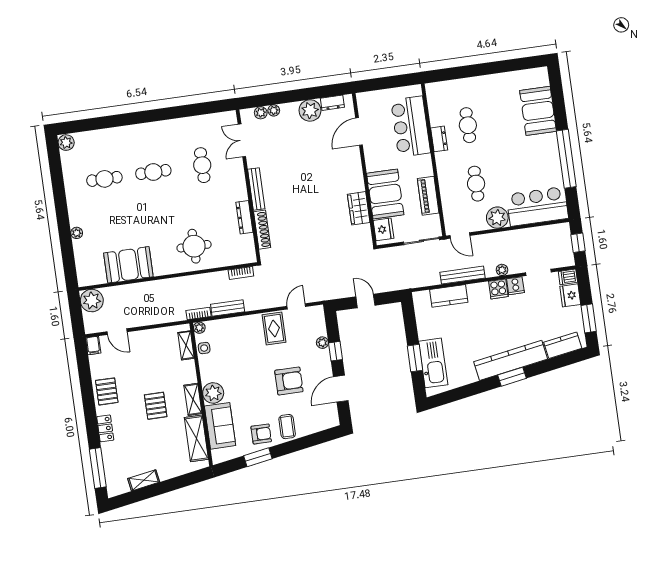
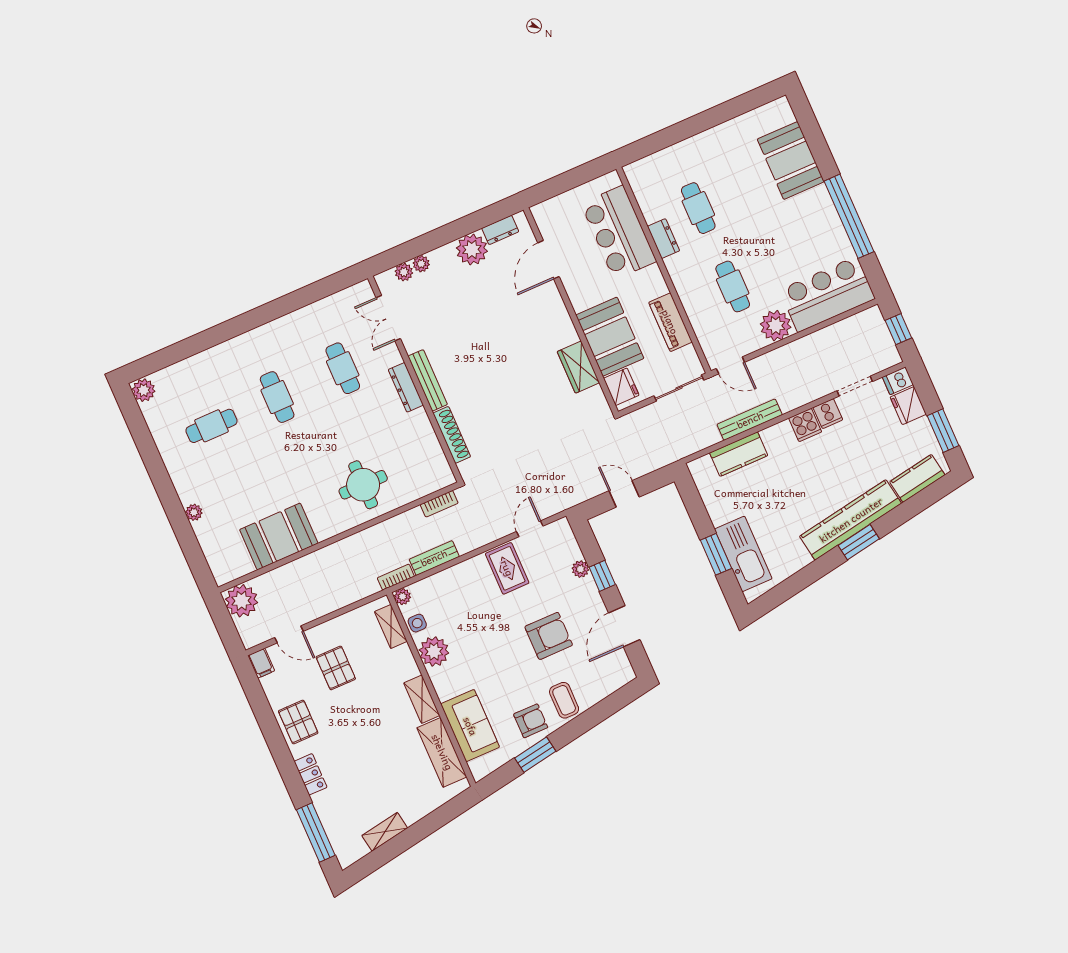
cafe table: (153, 172) -> (277, 397), turned 90
dresser: (244, 217) -> (406, 387), moved
plant: (502, 270) -> (803, 397), removed
plant: (213, 393) -> (434, 651), moved
pallet: (156, 406) -> (336, 668), moved

